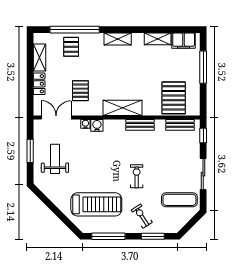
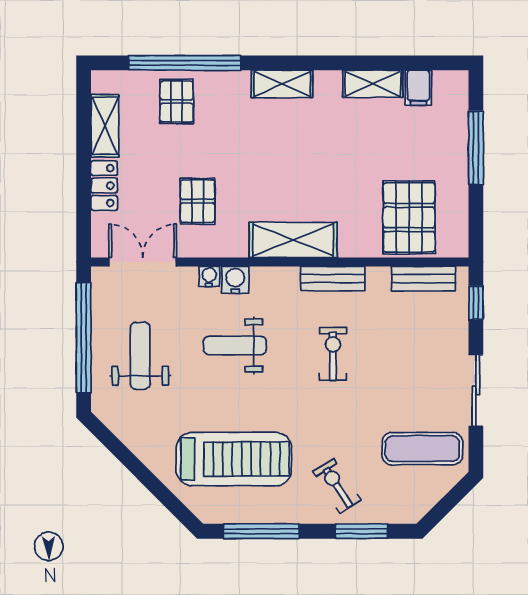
filing cabinet: (184, 41) -> (418, 88), width x0.50
window: (30, 151) -> (84, 338), width x2.11
weight bench: (97, 154) -> (235, 345), added
exercise bike: (137, 176) -> (333, 354), moved

